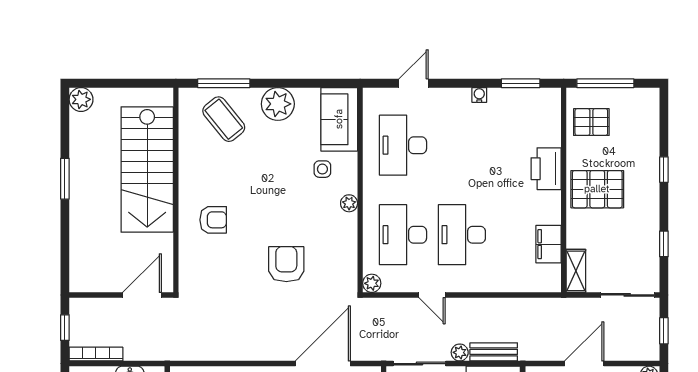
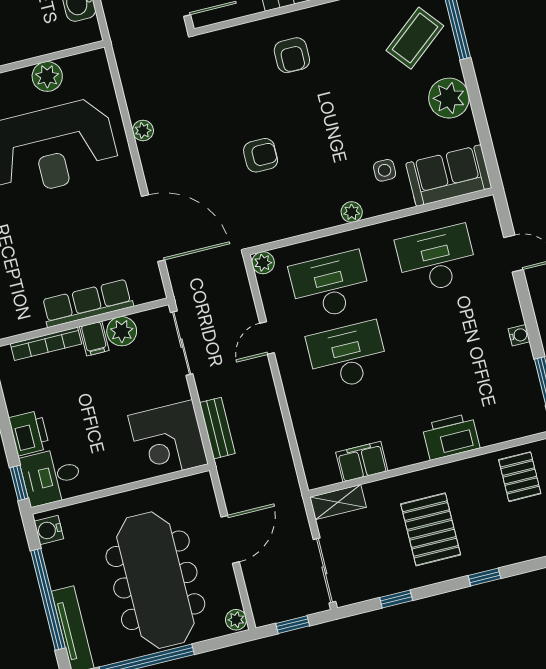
pallet: (597, 189) -> (431, 529), moved
armchair: (286, 264) -> (261, 155), width x0.72, depth x0.72
plant: (460, 352) -> (143, 131), moved
door: (584, 364) -> (230, 539), hinge flipped

